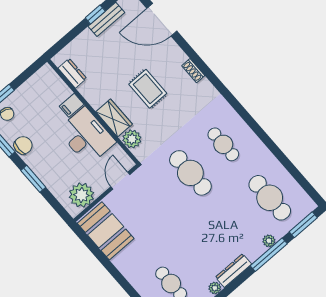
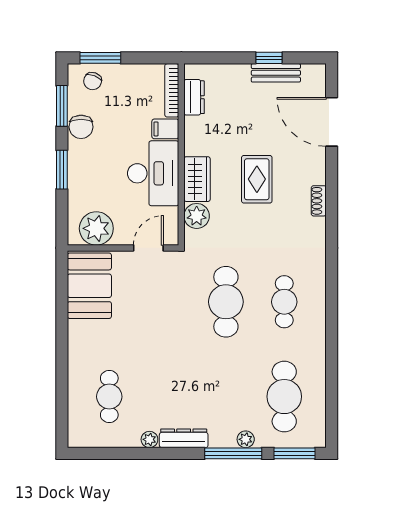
bookcase: (56, 80) -> (172, 90), added
chair: (23, 145) -> (81, 127), turned 90

